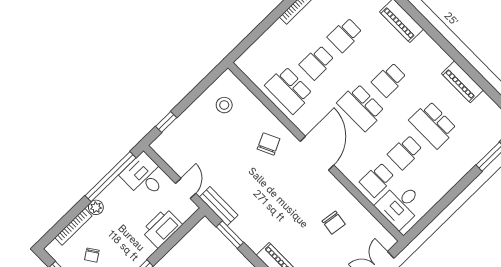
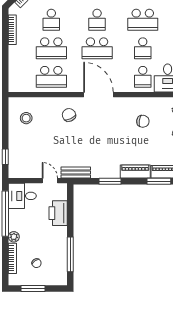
school desk: (317, 62) -> (51, 48), width x1.85
window: (230, 235) -> (110, 181), moved

